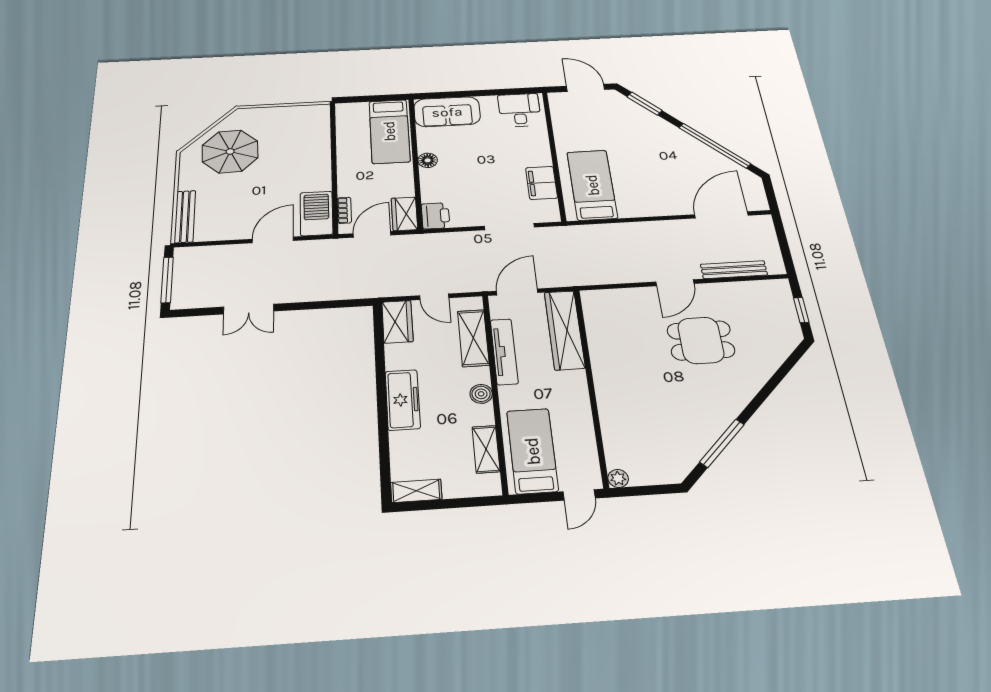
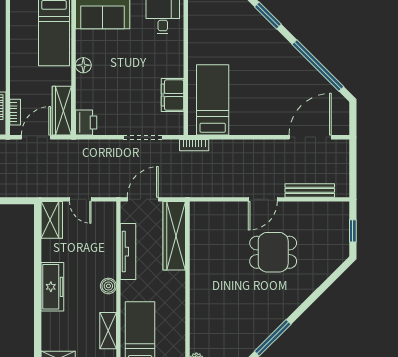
wardrobe: (404, 214) -> (62, 111), width x1.50
bookcase: (576, 231) -> (194, 145), added
shelving: (473, 338) -> (107, 238), removed

